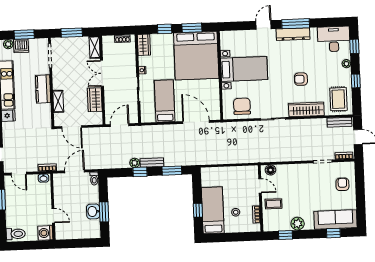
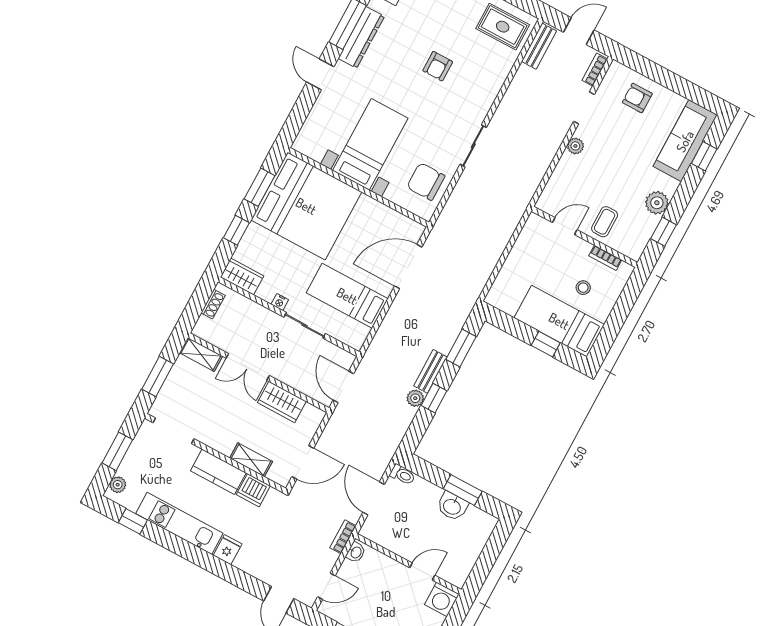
dishwasher: (21, 46) -> (253, 490), moved, turned 90
wardrobe: (306, 109) -> (489, 85), removed
plant: (302, 168) -> (575, 146), added
floor lamp: (271, 170) -> (550, 196), removed

